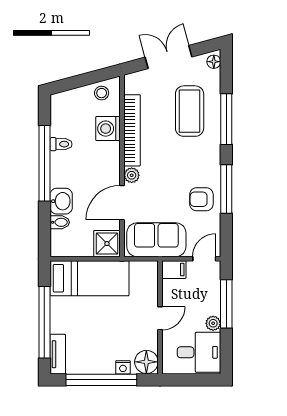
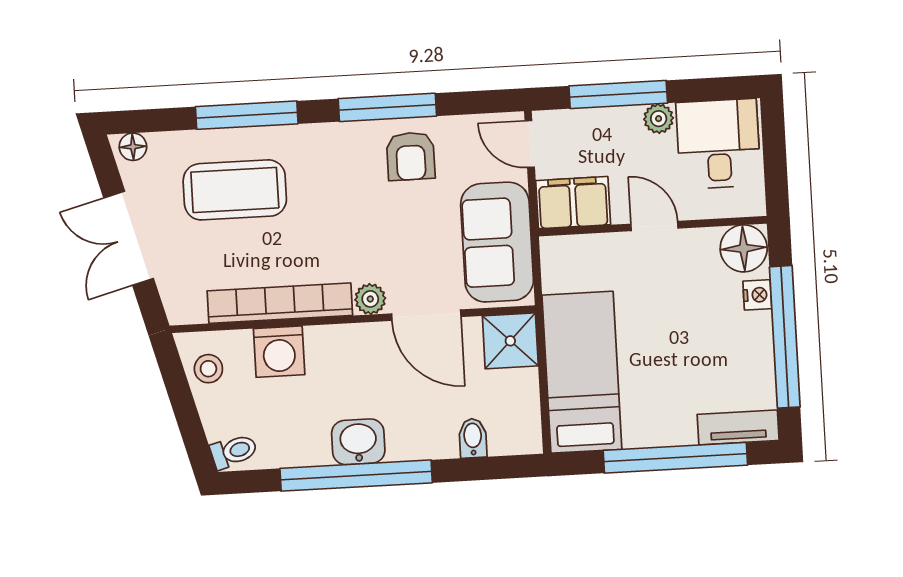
toilet: (61, 144) -> (234, 451), moved, turned 75
washbasin: (61, 201) -> (358, 442), moved
filing cabinet: (174, 270) -> (573, 203), width x2.00

